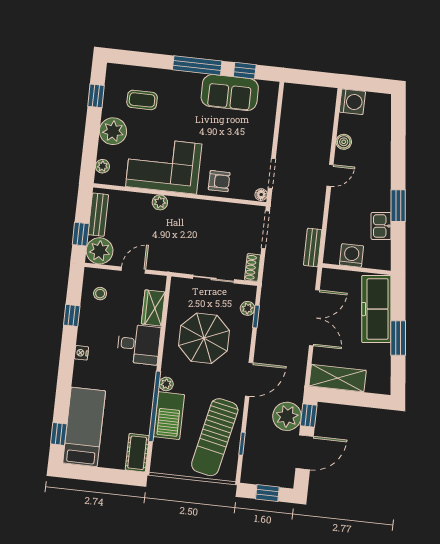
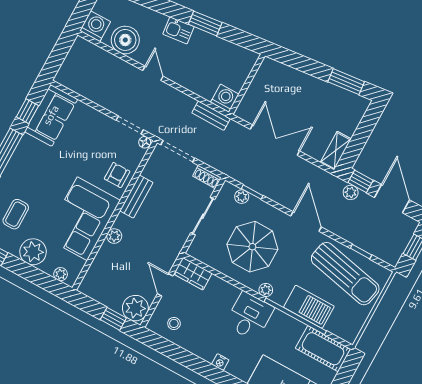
sofa: (230, 93) -> (51, 115), moved
boiler: (344, 142) -> (125, 40), width x1.86, depth x1.86
bench: (98, 215) -> (136, 197), moved, turned 90
kitchen sink: (381, 226) -> (178, 30), moved
washing machine: (352, 255) -> (225, 98), moved, turned 90
wardrobe: (153, 308) -> (193, 274), moved
freezer: (376, 309) -> (290, 81), removed
window: (72, 315) -> (183, 357), removed
window: (398, 338) -> (346, 82), moved
desk: (139, 344) -> (249, 316), moved
shelving: (338, 378) -> (336, 151), width x0.67, depth x0.75
plant: (166, 384) -> (266, 290), moved
plant: (287, 416) -> (351, 192), width x0.53, depth x0.53
cot: (137, 453) -> (323, 349), width x1.37, depth x1.34

